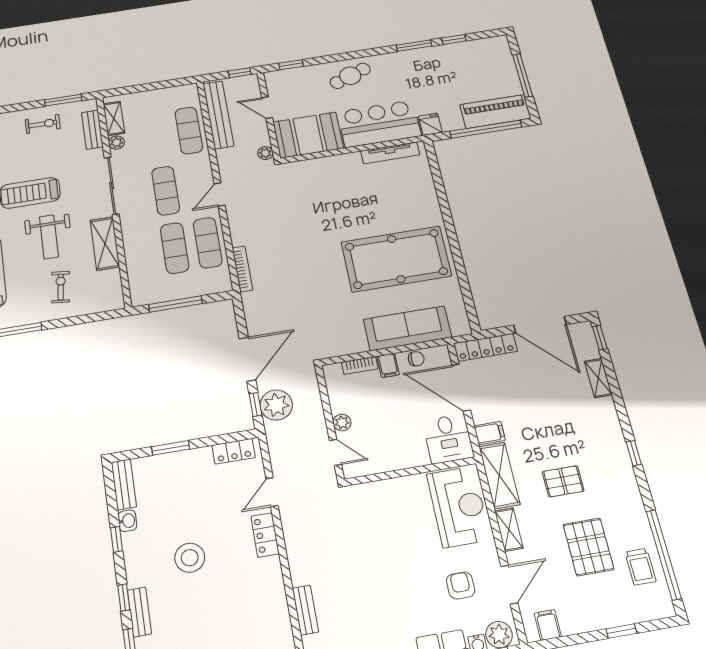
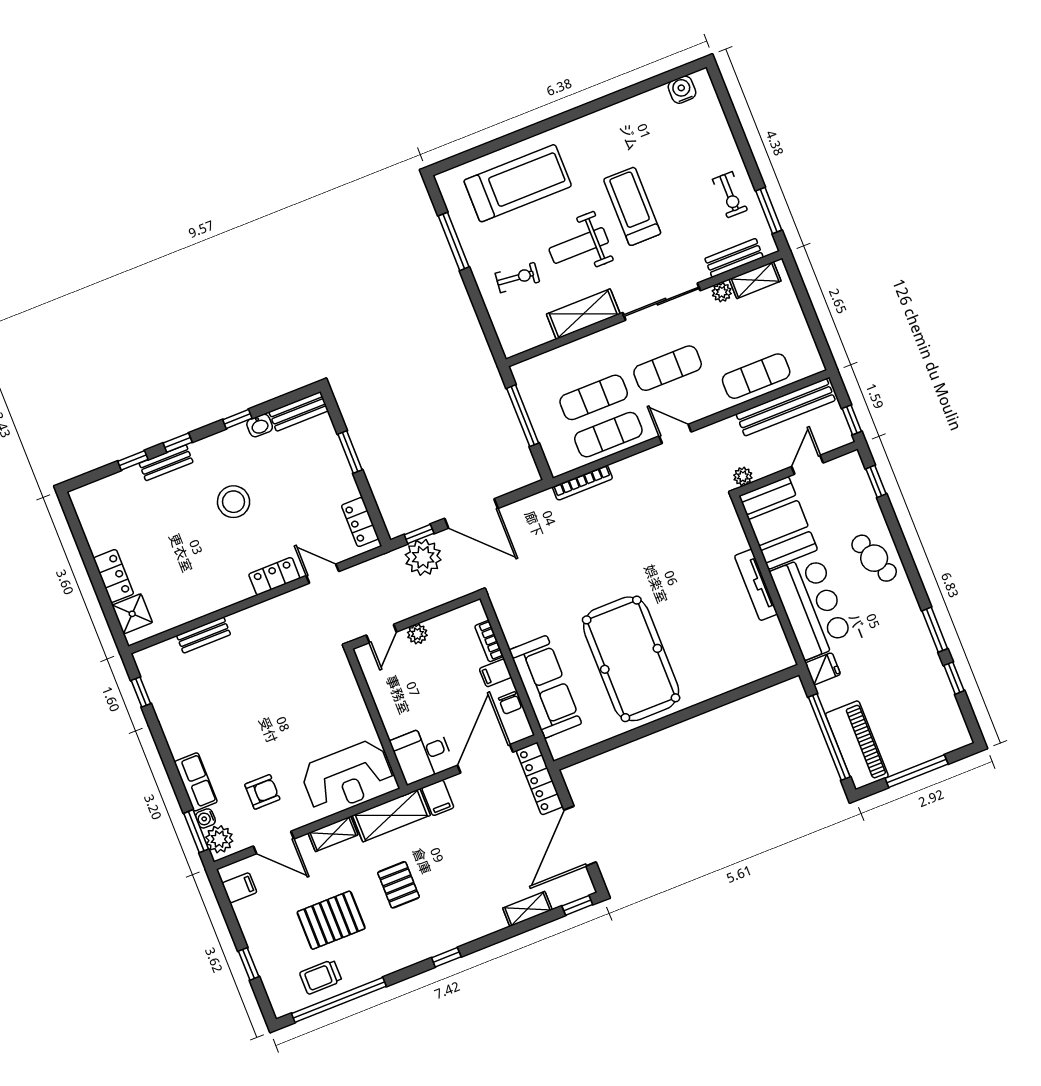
tv unit: (390, 153) -> (756, 585), moved

